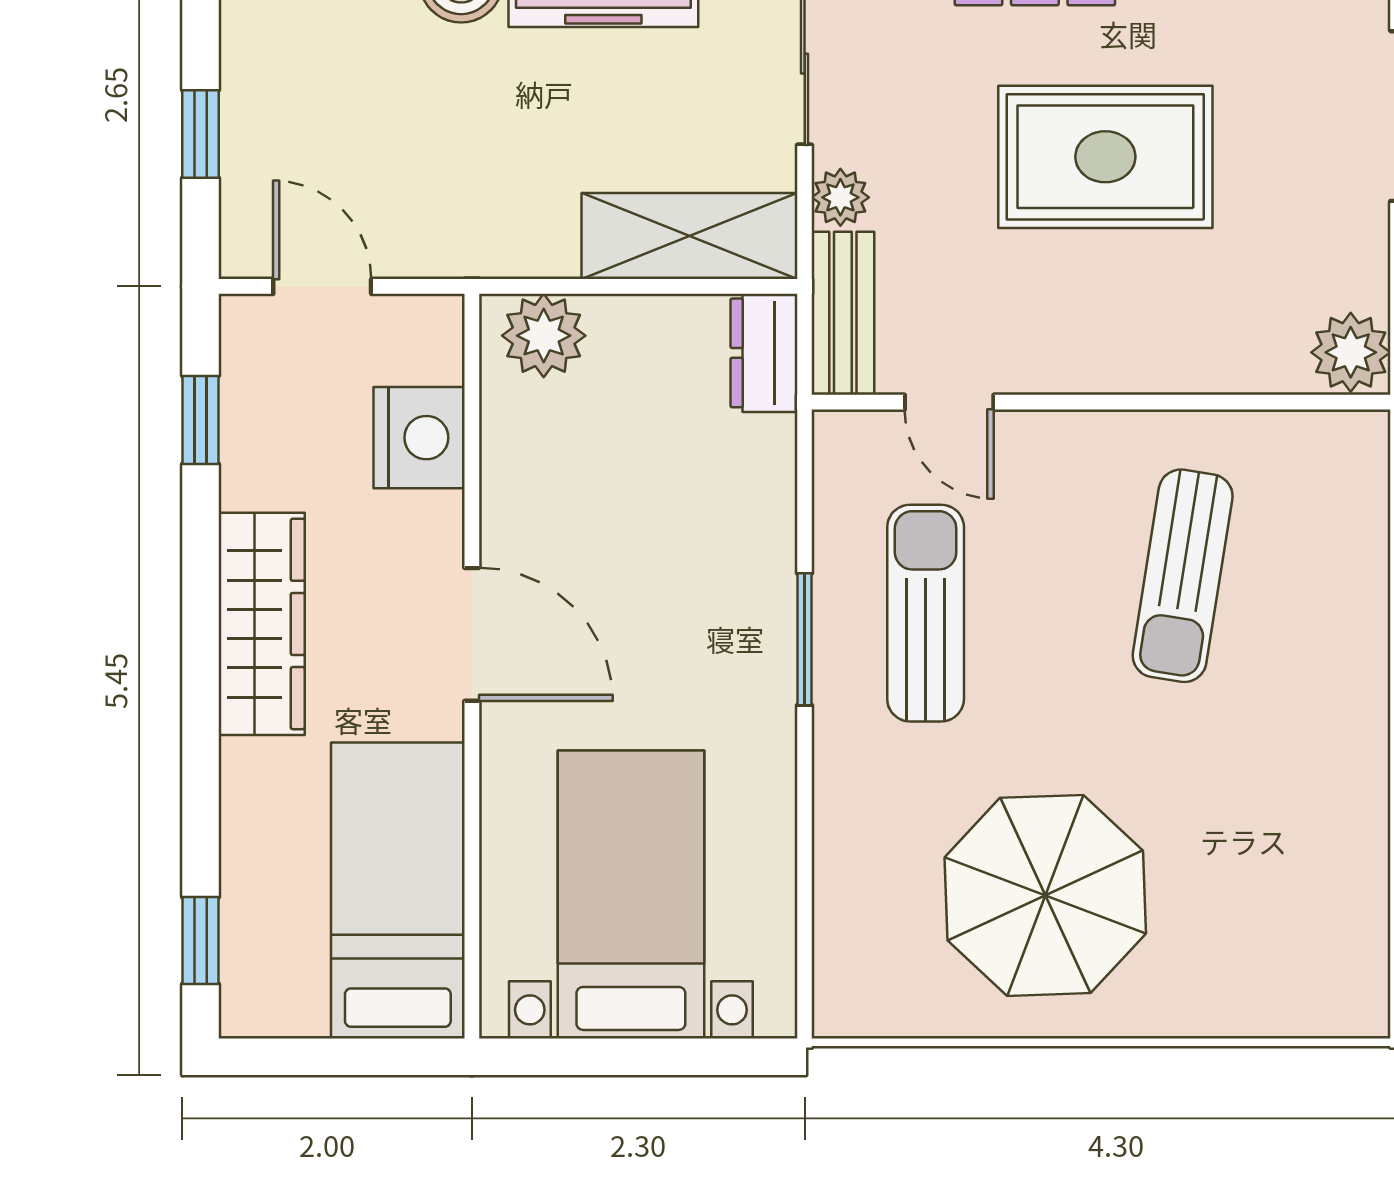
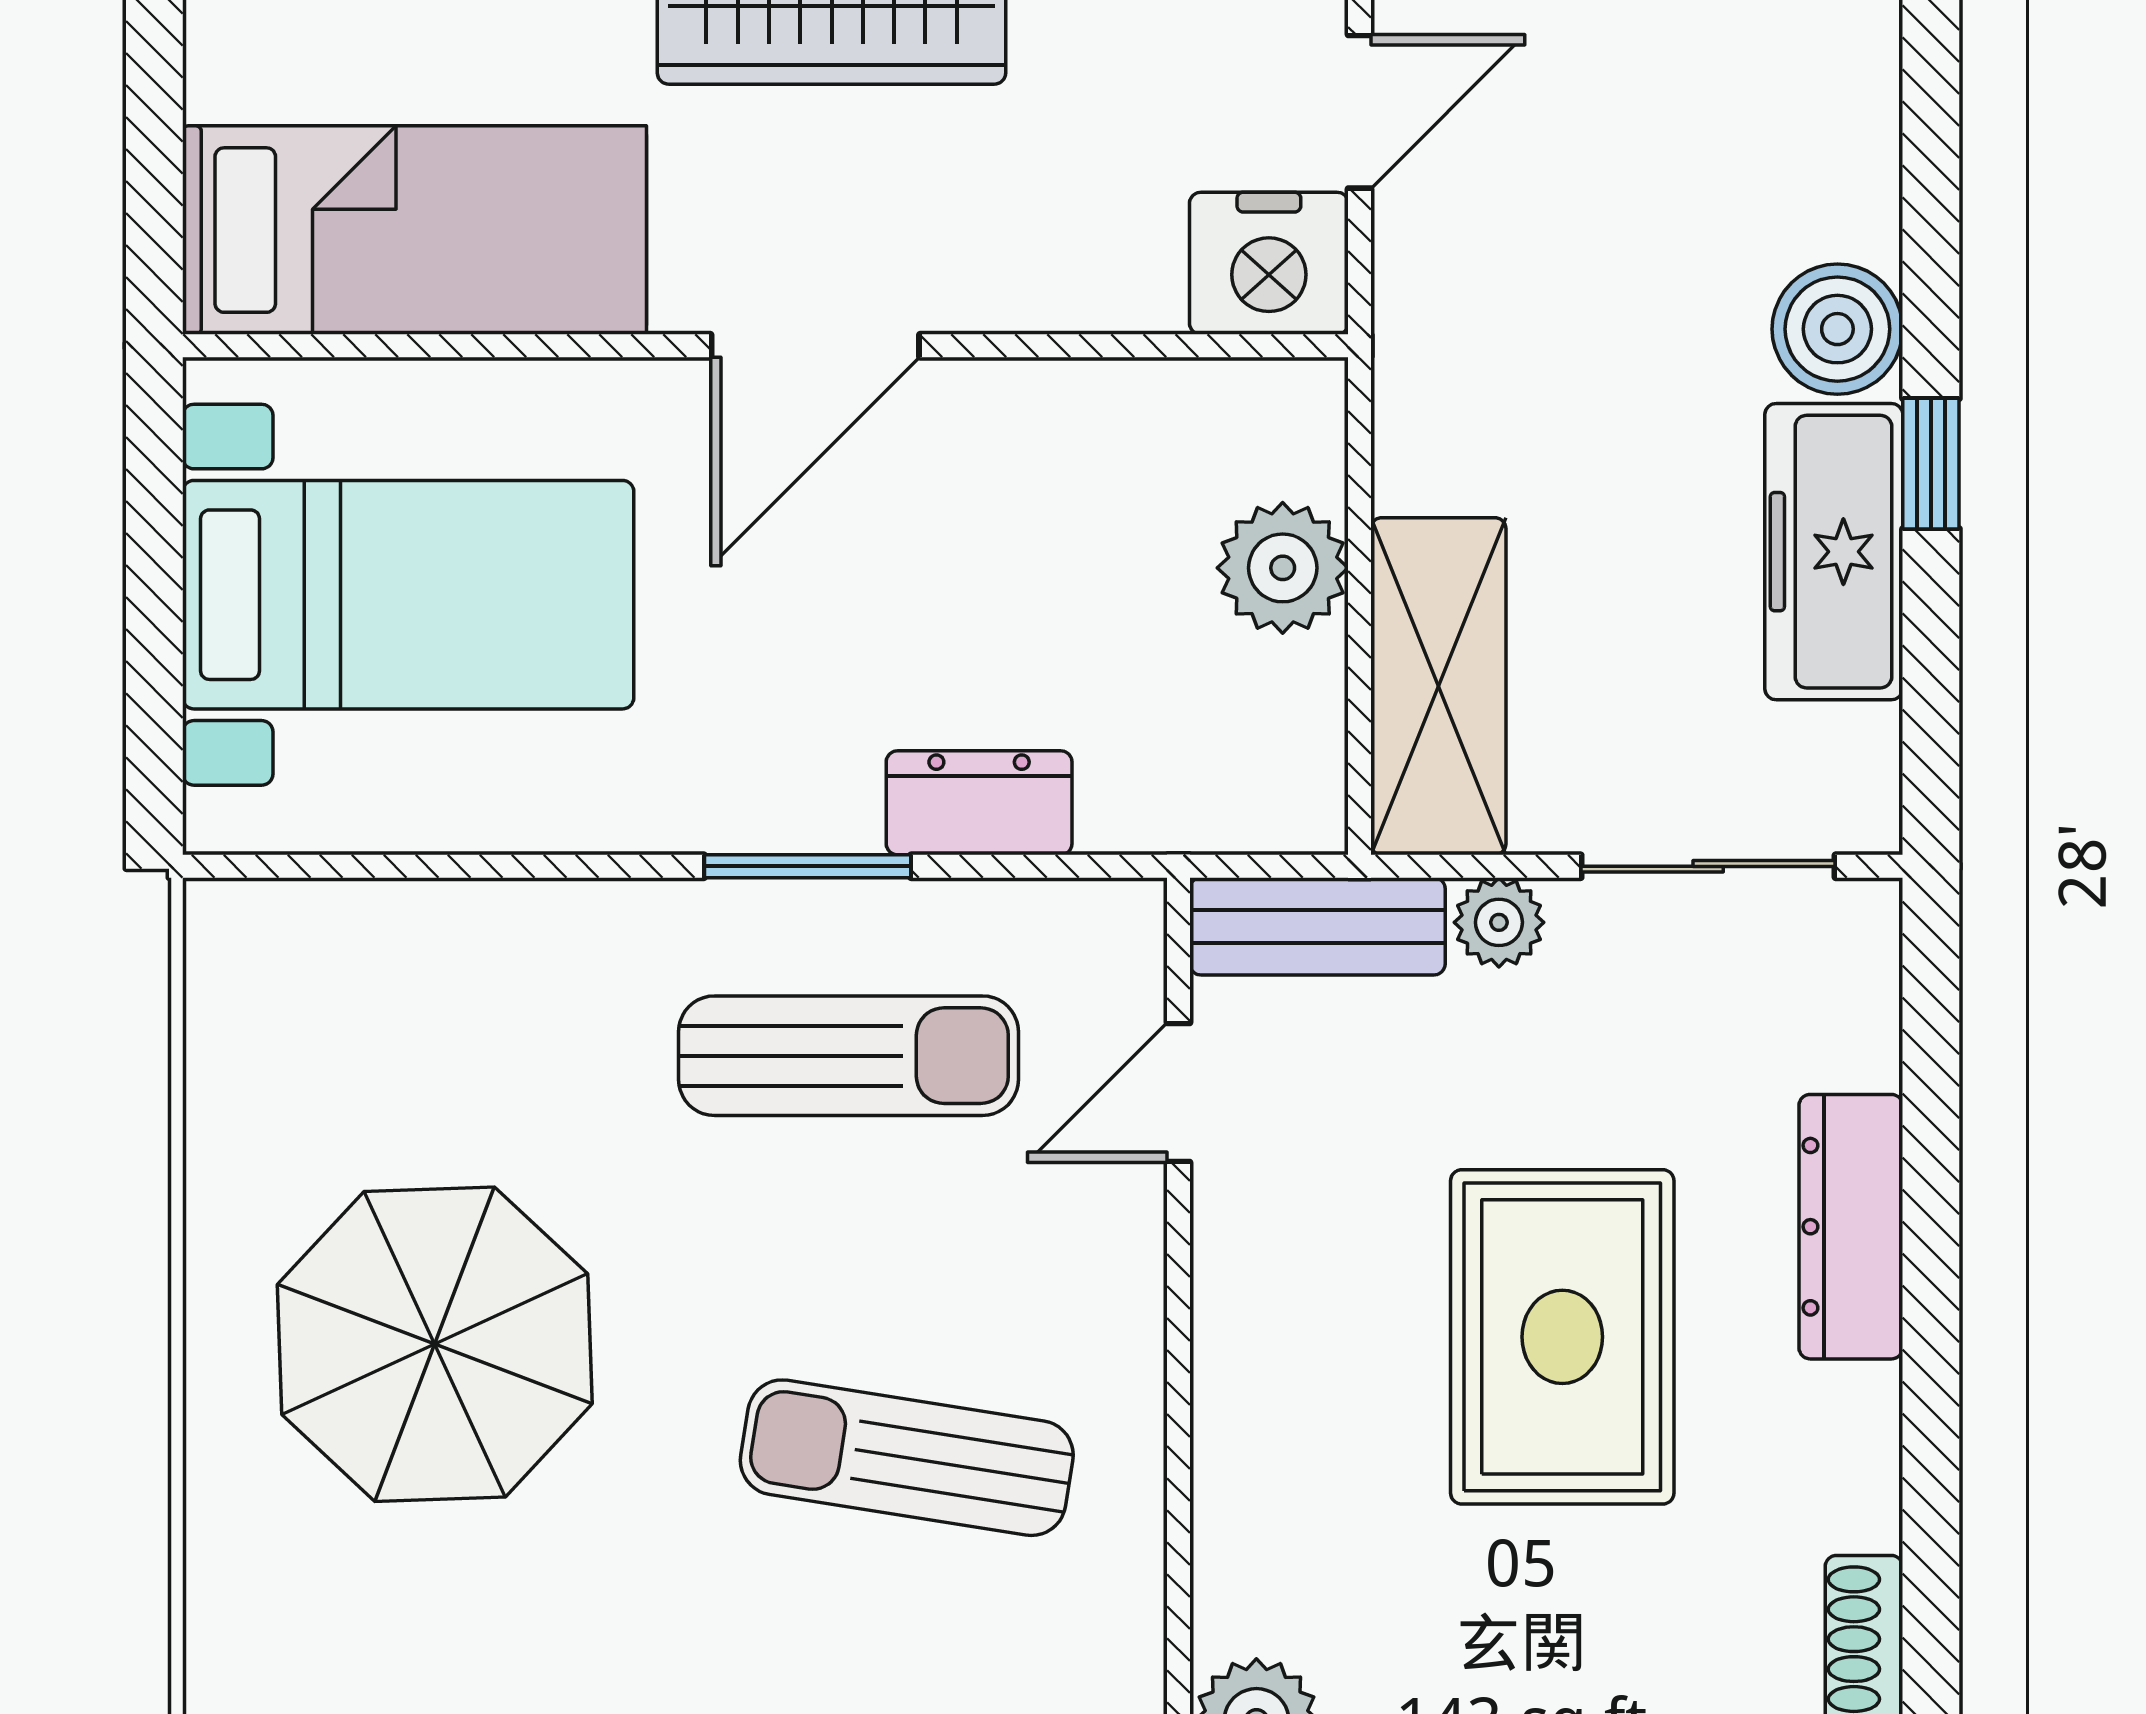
plant: (544, 336) -> (1283, 568), moved
dresser: (764, 353) -> (979, 803), moved
nightstand: (419, 438) -> (1269, 263), moved
parasol: (1045, 895) -> (435, 1344), moved

